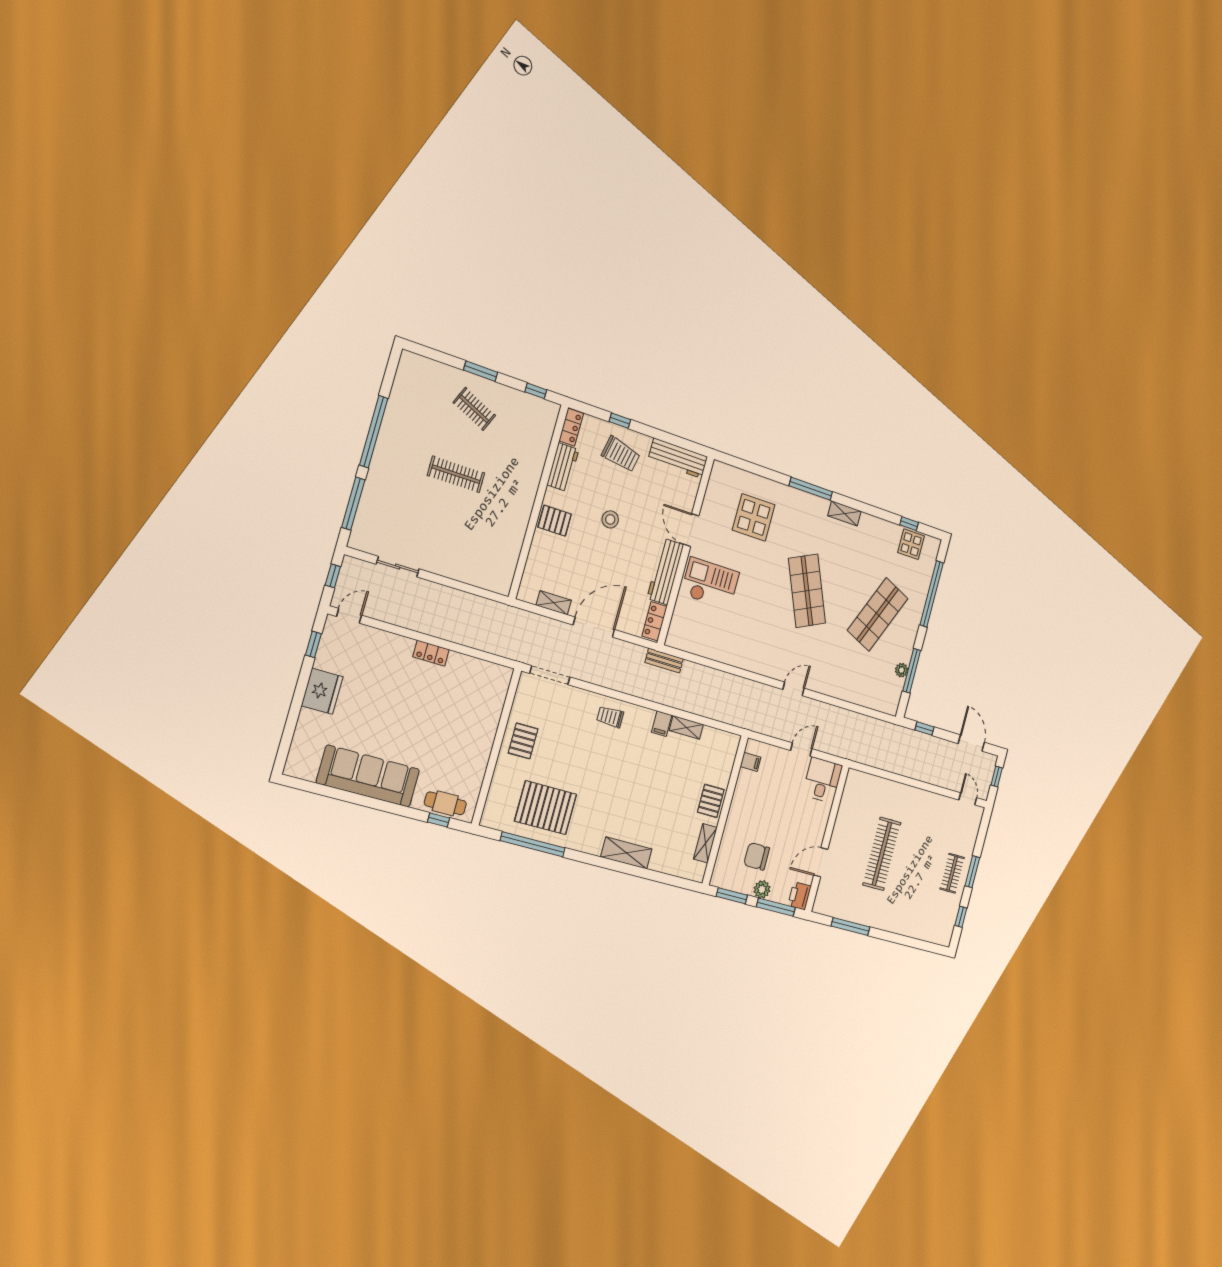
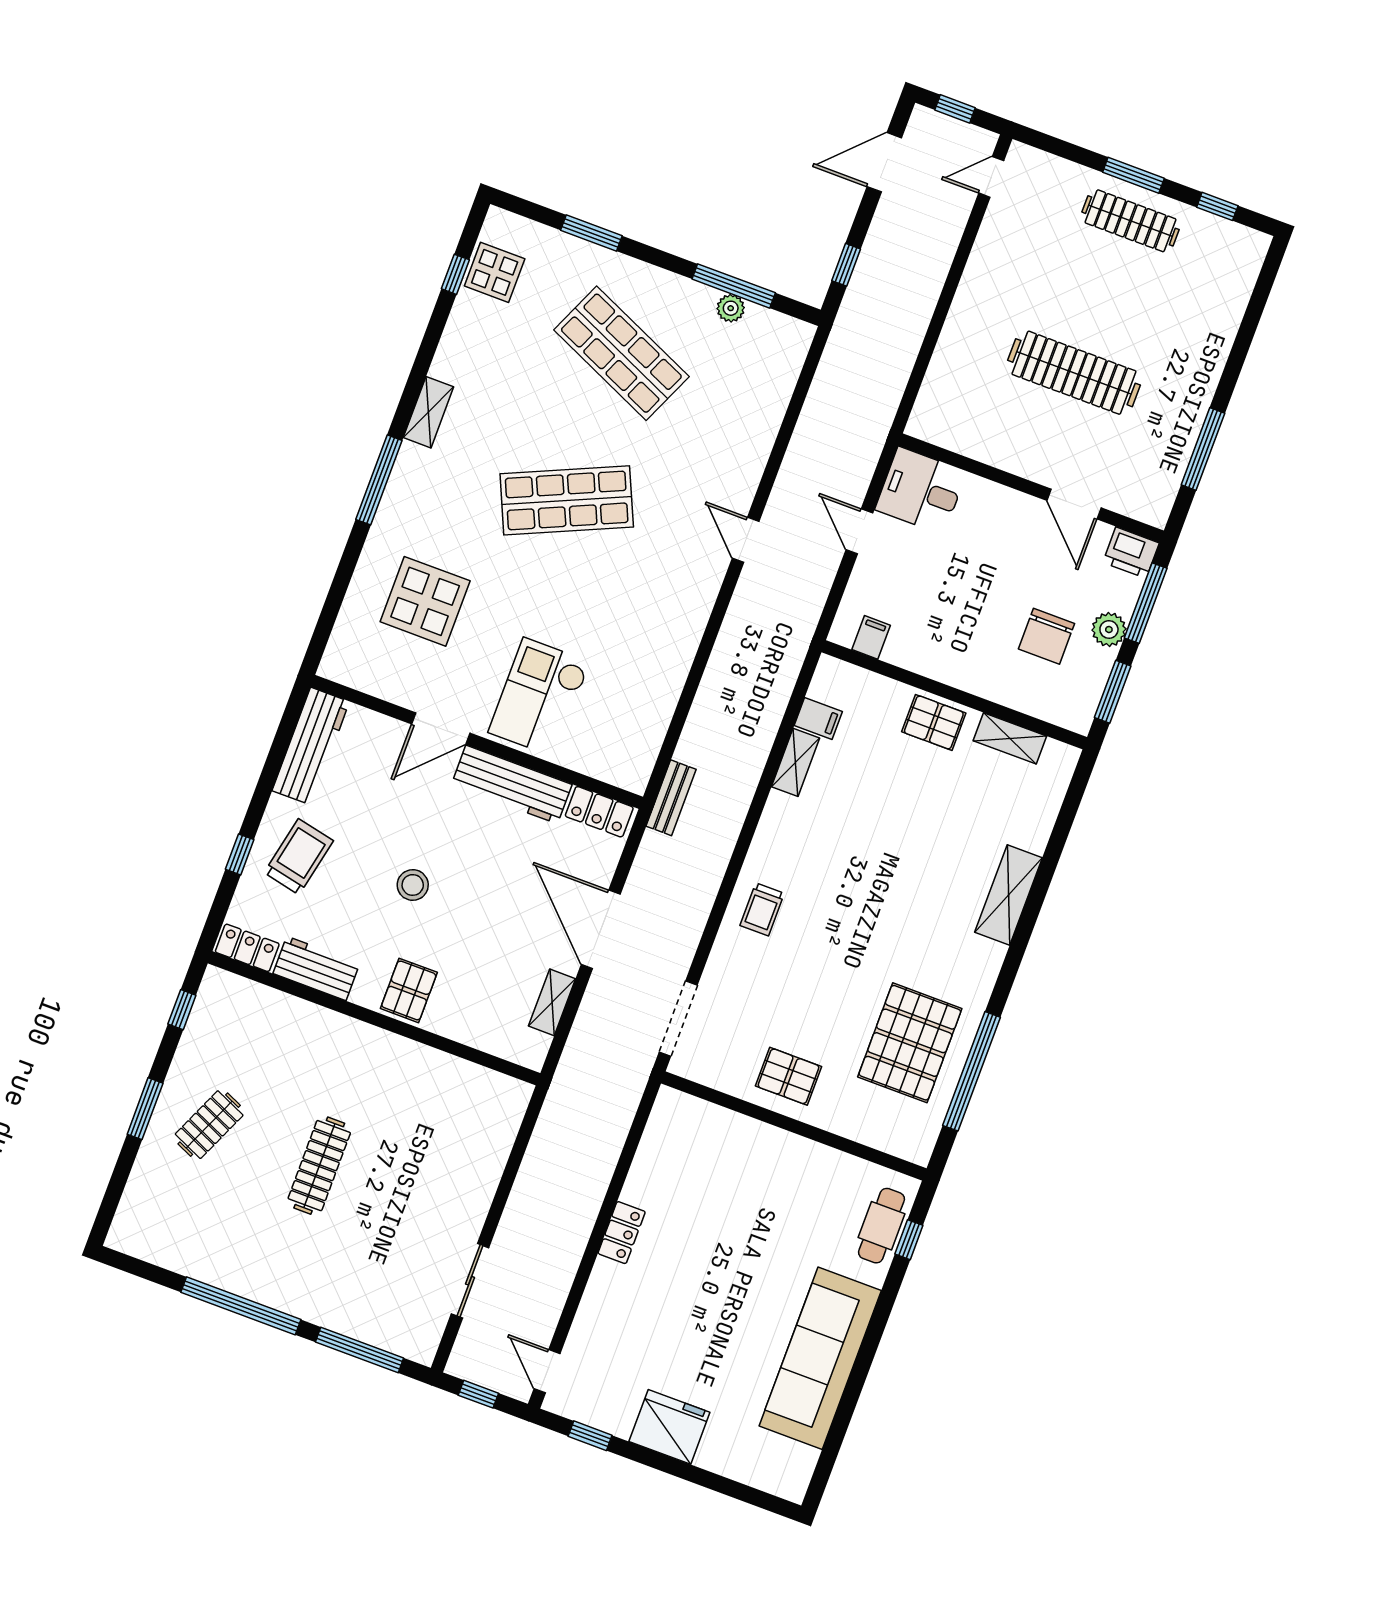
window: (932, 594) -> (591, 233), width x0.47
filing cabinet: (662, 724) -> (818, 718), moved
clothes rail: (952, 873) -> (1130, 221), width x1.36

